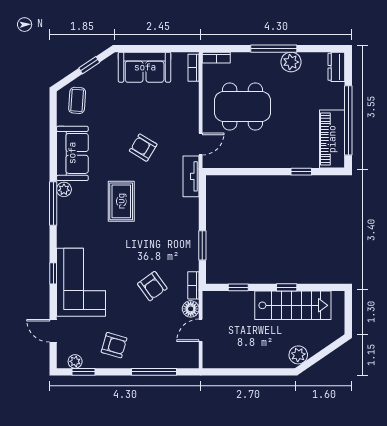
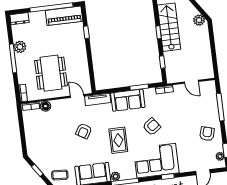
sofa: (145, 67) -> (128, 100), moved, turned 90
rug: (121, 201) -> (118, 140), turned 90
corner sofa: (81, 282) -> (156, 161), moved
armchair: (152, 286) -> (152, 127), moved
floor lamp: (191, 309) -> (45, 106), moved

